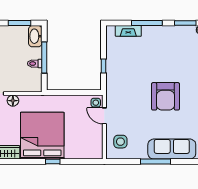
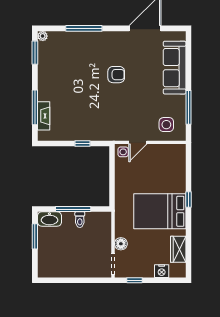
window: (147, 23) -> (35, 107), moved
armchair: (166, 96) -> (116, 75), width x0.53, depth x0.53
bed: (42, 136) -> (160, 211), width x0.73
window: (155, 162) -> (188, 107), moved

